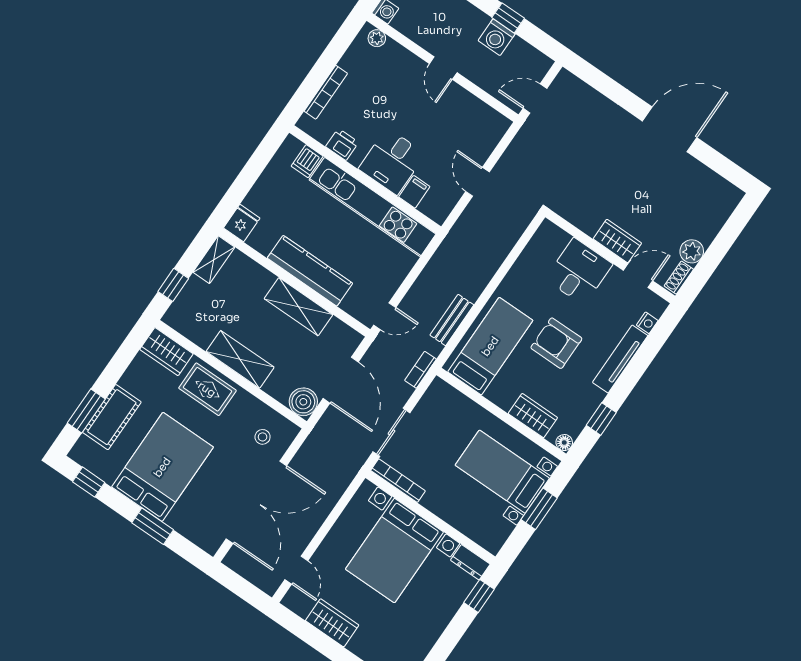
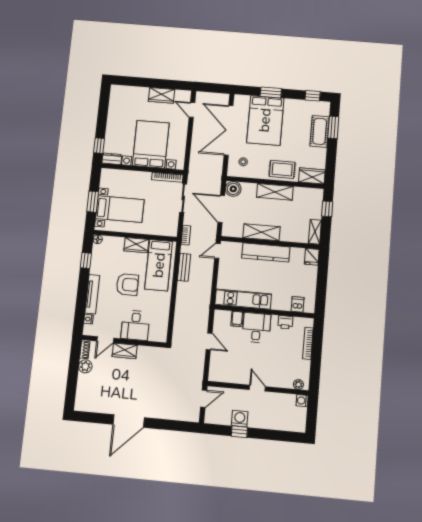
kitchen unit: (372, 207) -> (243, 299), width x0.73
wardrobe: (533, 416) -> (136, 245), moved
bed: (162, 467) -> (265, 120), moved

